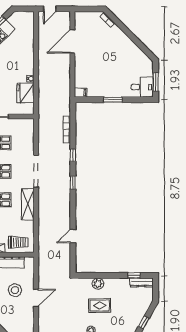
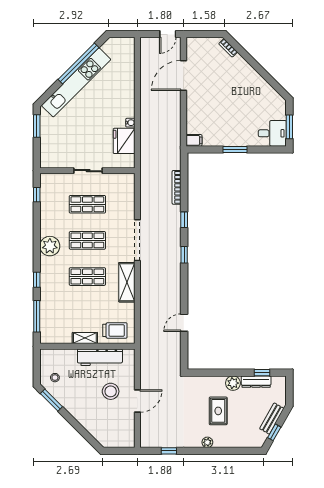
door: (50, 9) -> (168, 34), moved
dresser: (141, 282) -> (256, 382), moved
plant: (98, 284) -> (233, 383), moved
rug: (100, 306) -> (218, 411), turned 90
bench: (142, 312) -> (272, 418), added

